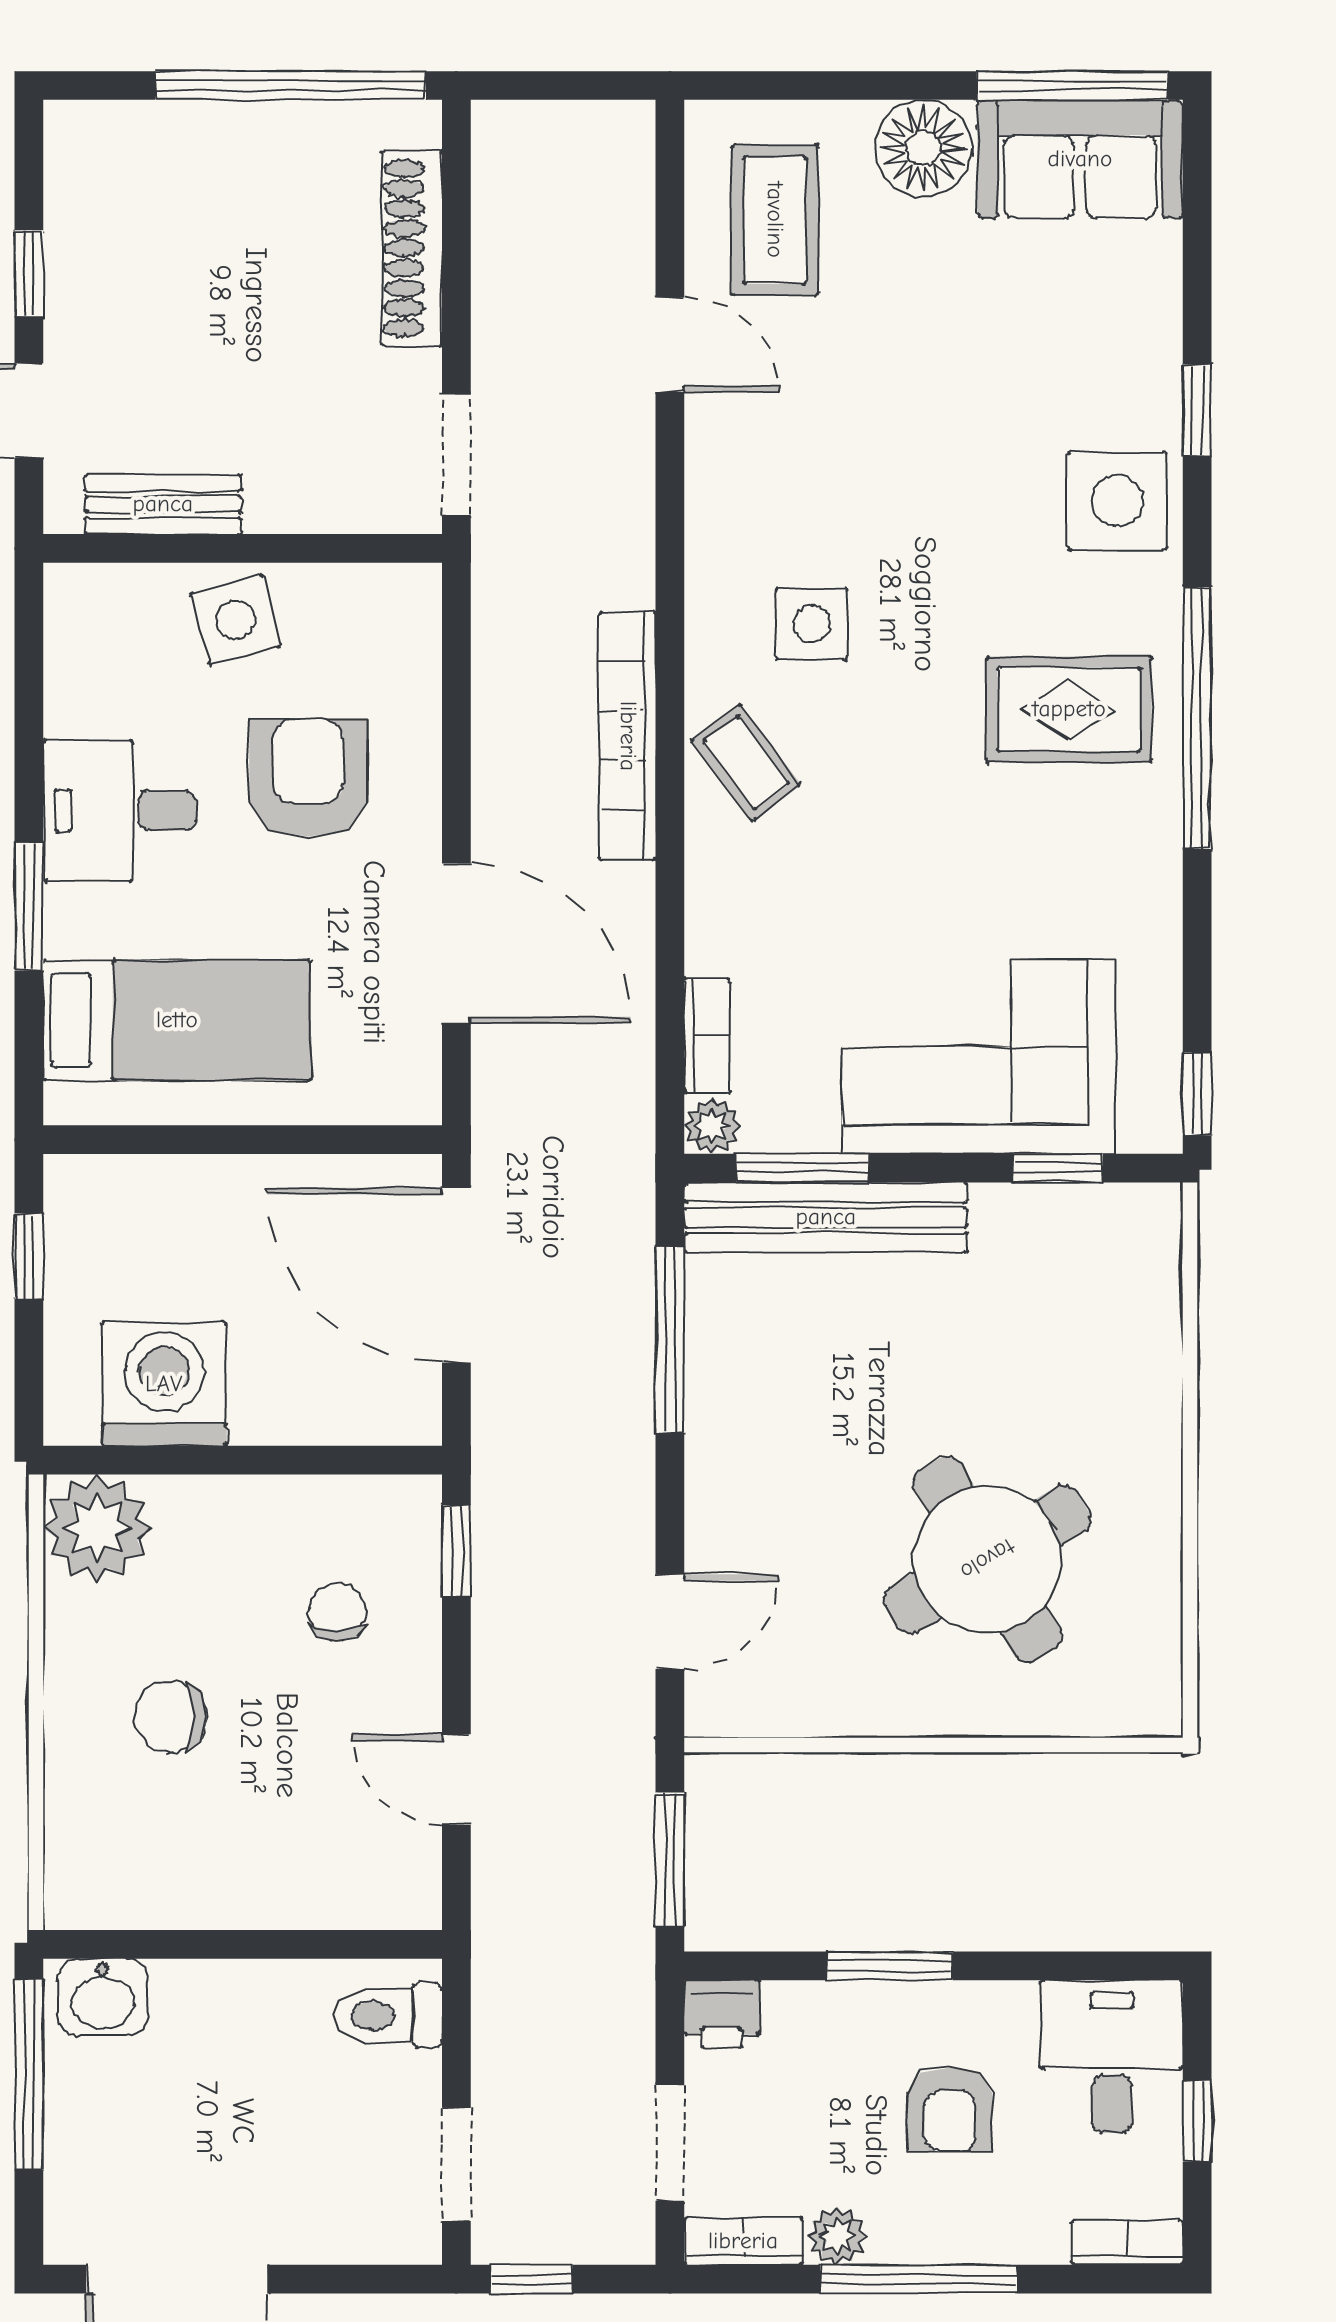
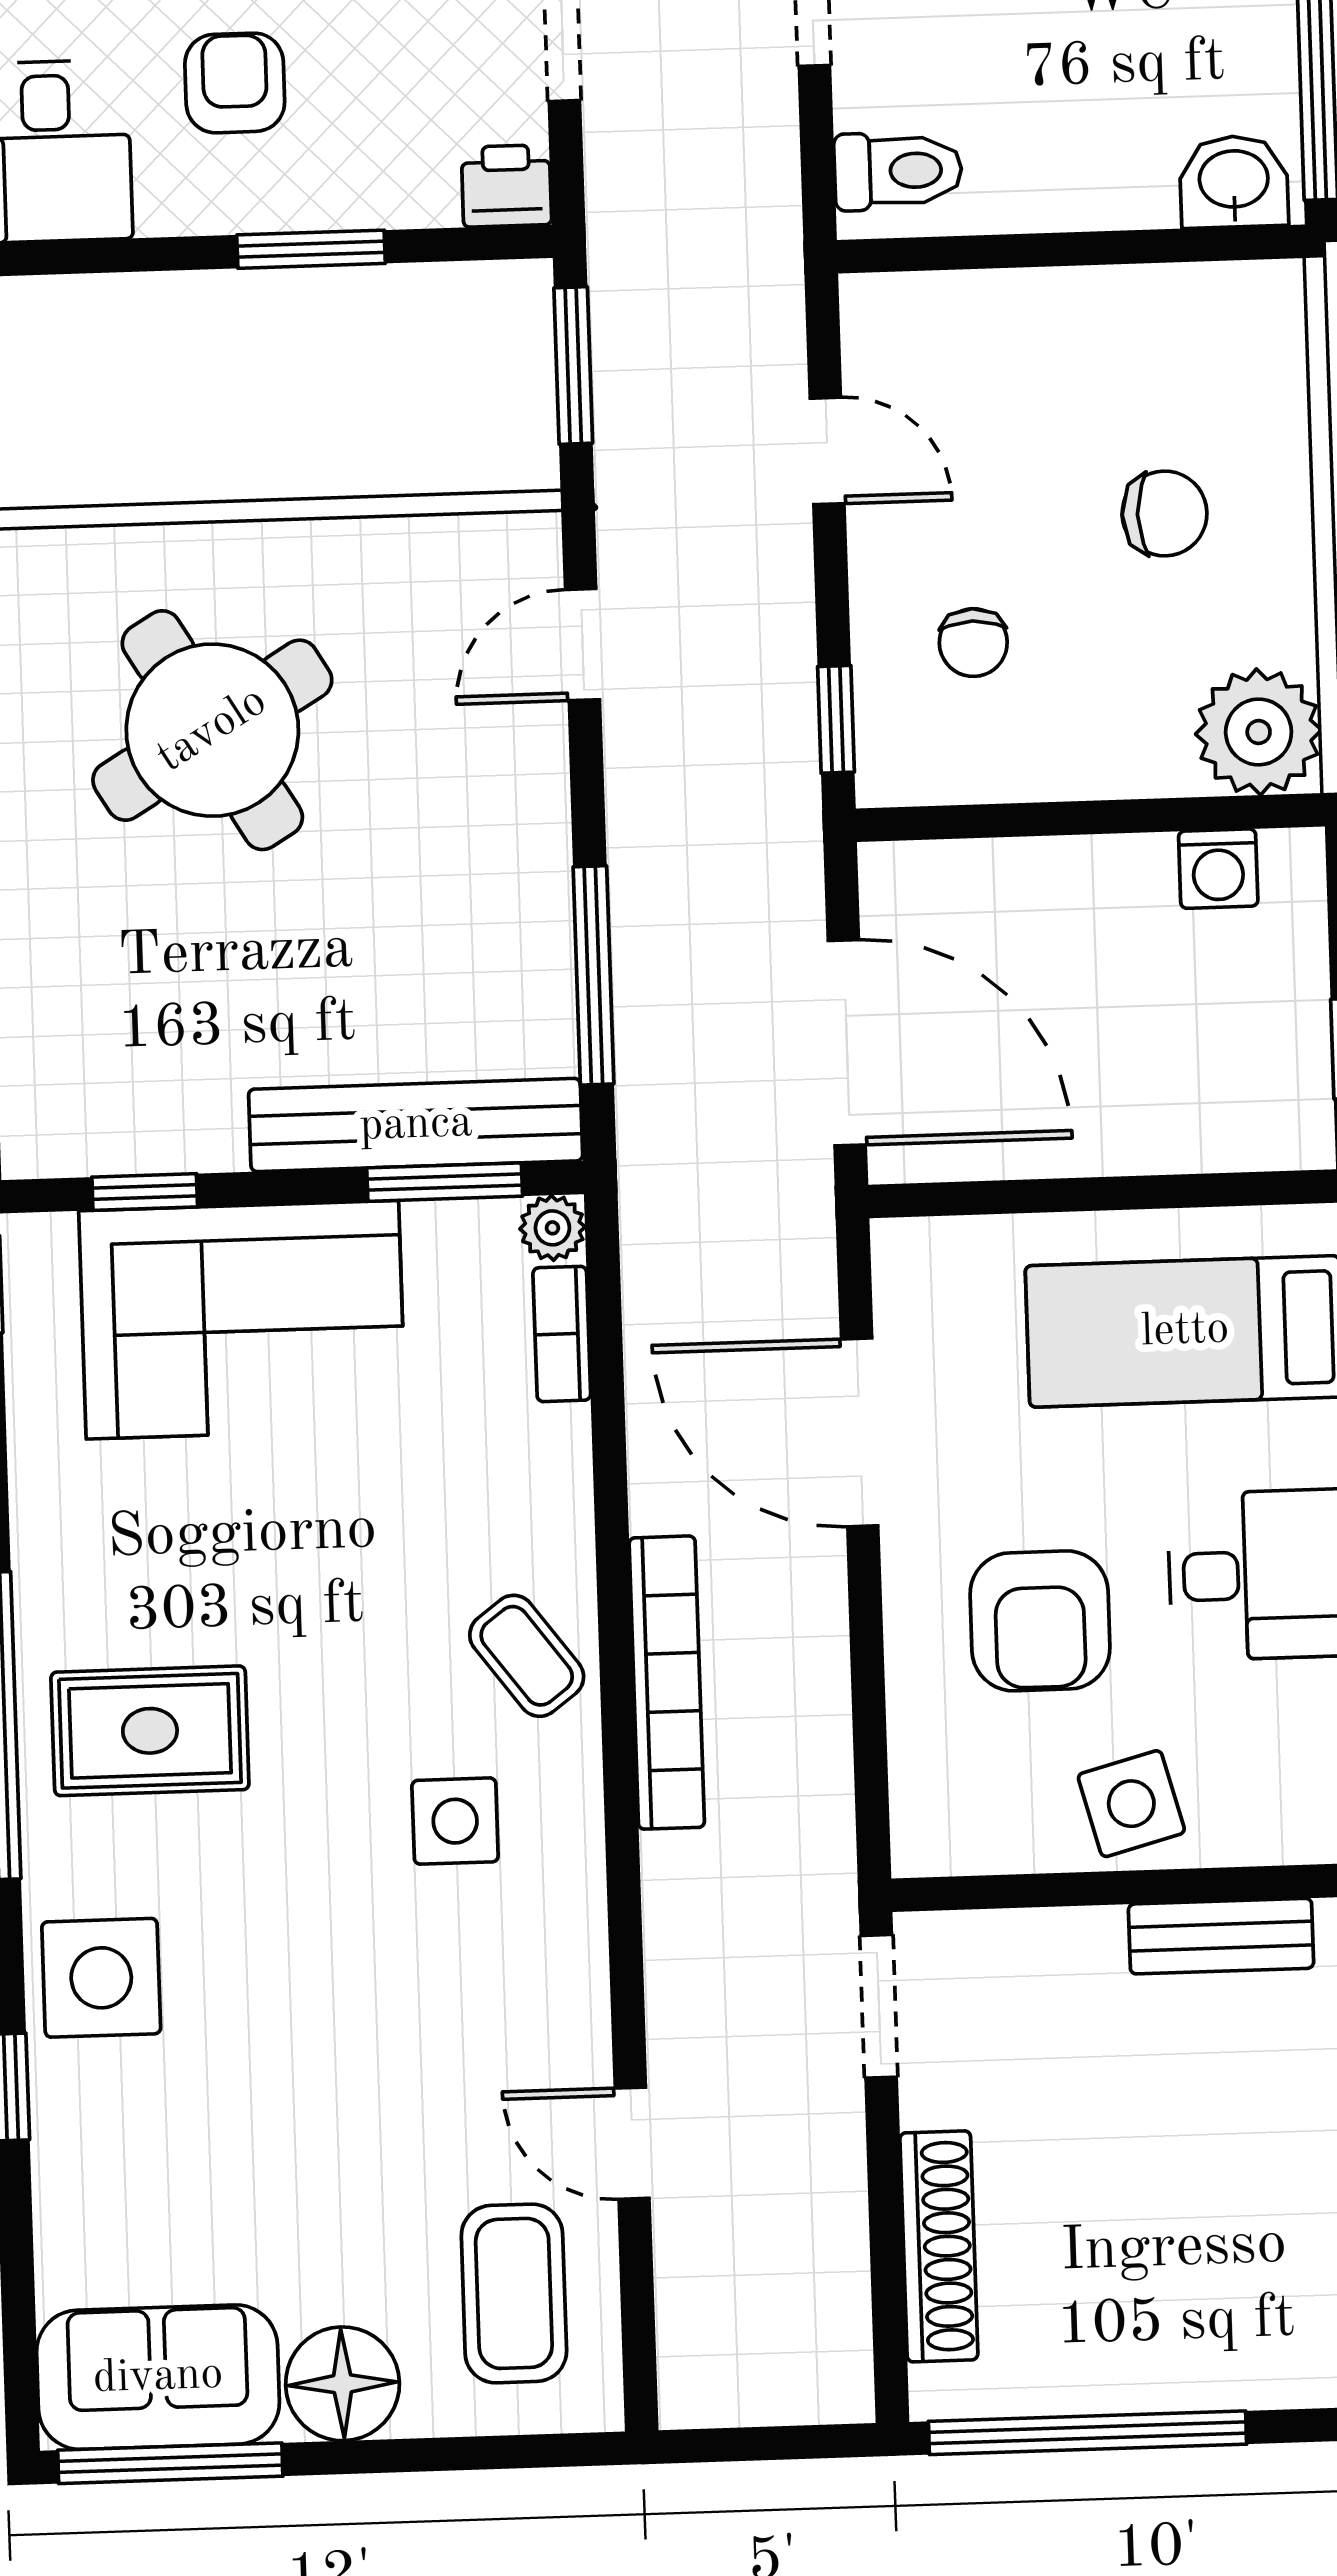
washing machine: (164, 1384) -> (1218, 869), width x0.53, depth x0.53

